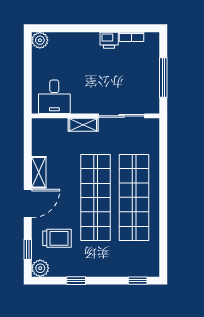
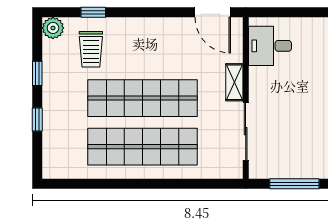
shelving: (39, 172) -> (174, 26), removed
door: (28, 204) -> (213, 12), moved
window: (28, 249) -> (93, 12), moved
window: (138, 281) -> (37, 119), moved

